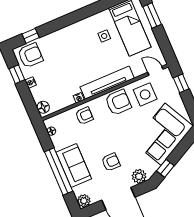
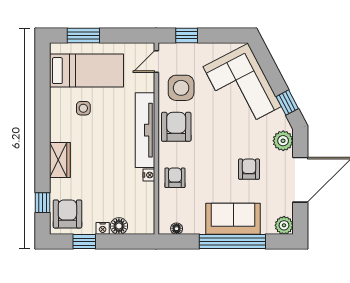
wardrobe: (64, 35) -> (60, 160), added
floor lamp: (43, 107) -> (119, 226), moved

